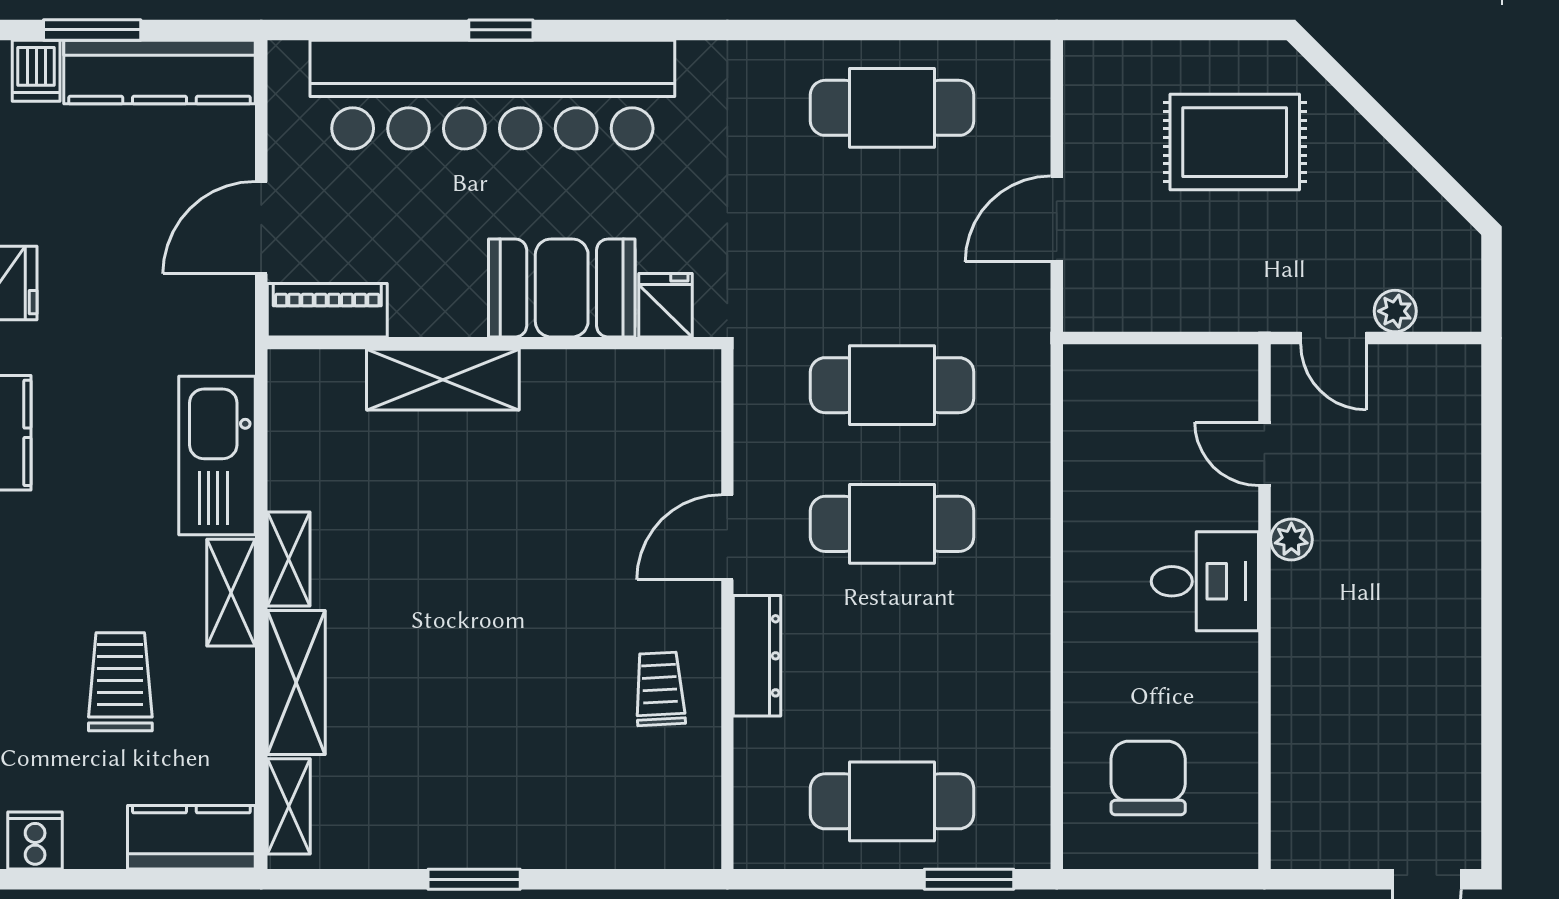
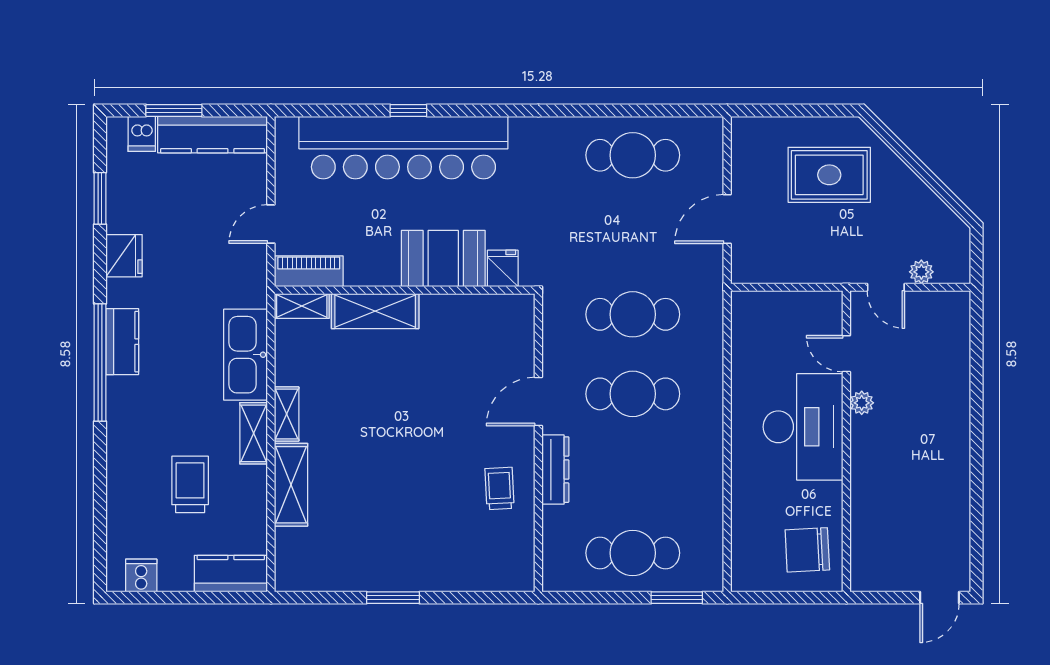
door: (261, 228) -> (271, 224), width x0.73
desk: (1205, 581) -> (803, 427), width x1.87, depth x1.30
chair: (1148, 778) -> (807, 550), moved, turned -93
shelving: (289, 806) -> (302, 306), moved, turned 90

